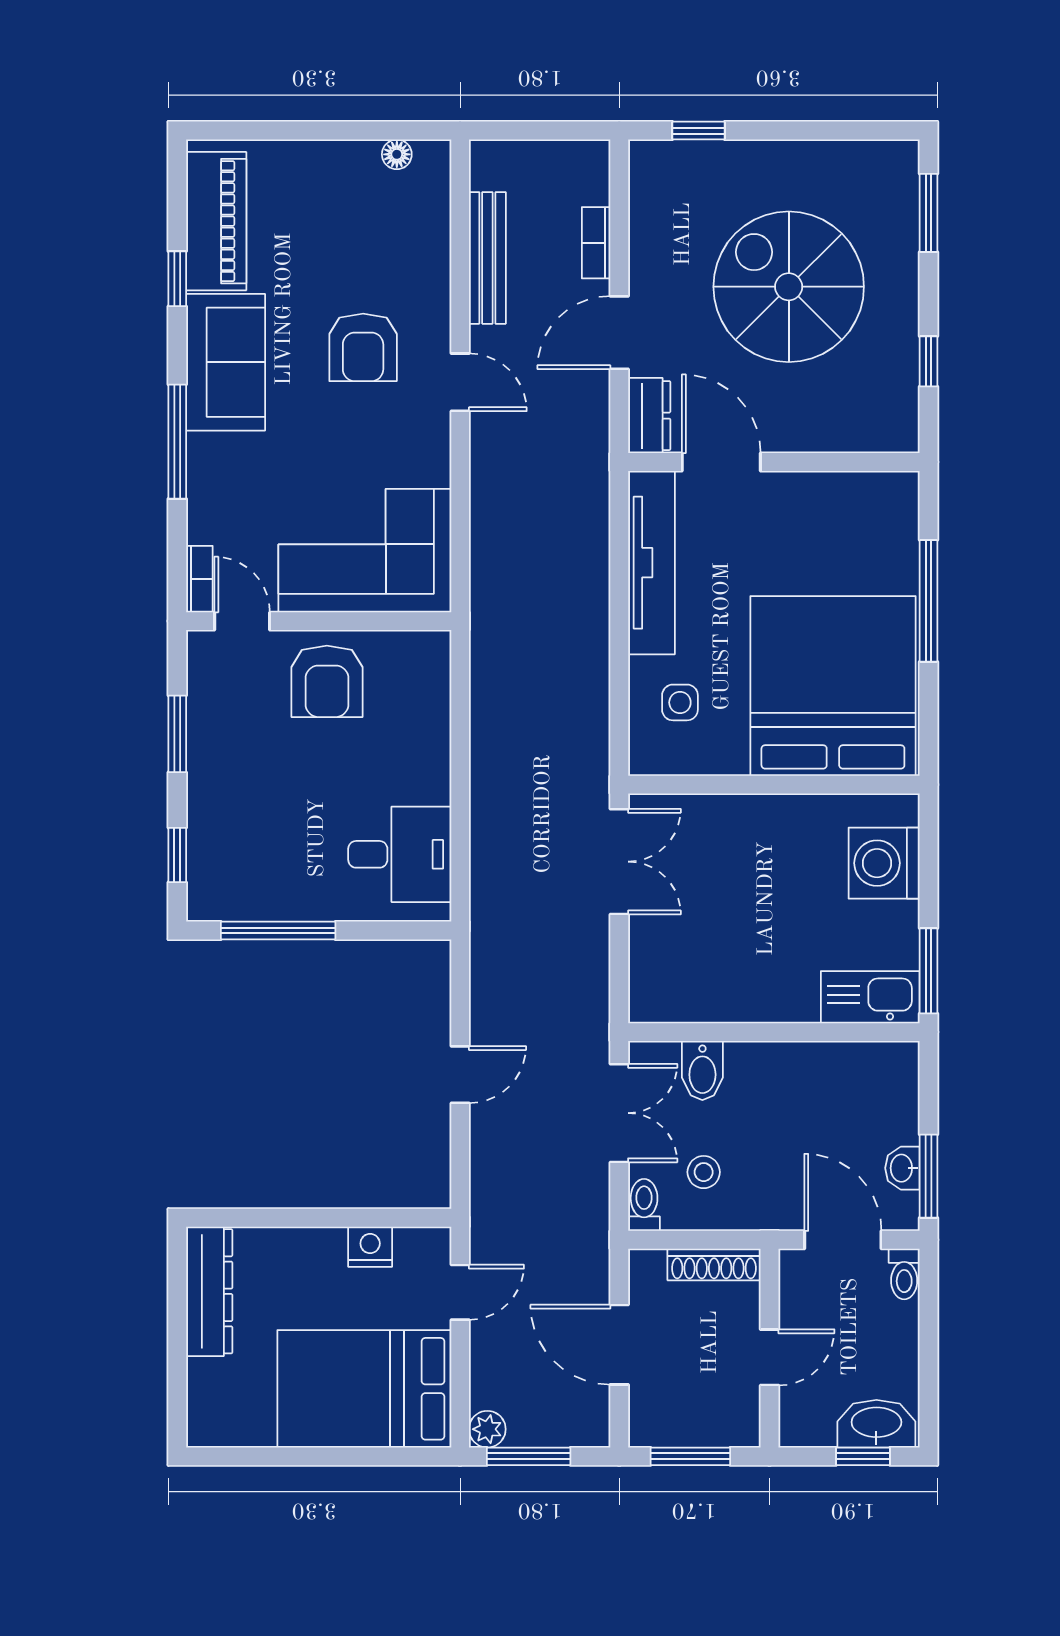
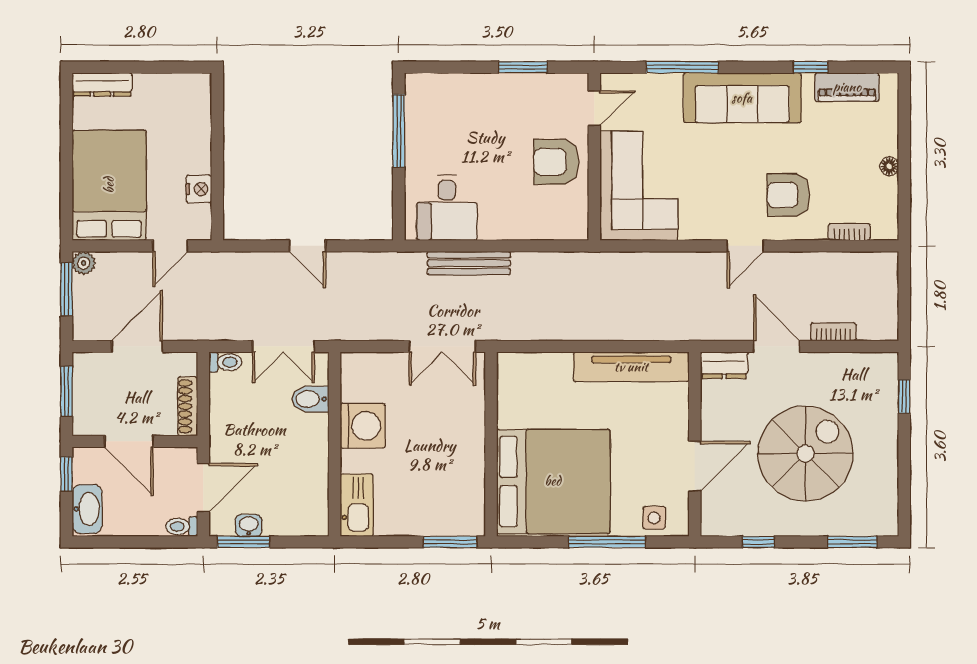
floor lamp: (397, 154) -> (889, 166), moved
piano: (216, 221) -> (847, 87), width x0.73, depth x0.75
bench: (487, 258) -> (469, 263), moved
armchair: (363, 347) -> (788, 195), moved
sofa: (226, 362) -> (742, 98), width x1.36
window: (177, 442) -> (682, 67), moved
door: (721, 462) -> (695, 466), moved
bookcase: (199, 579) -> (849, 232), moved, turned 180
side table: (680, 702) -> (654, 518), moved
window: (177, 855) -> (447, 67), removed
washing machine: (884, 863) -> (363, 426), moved, turned 90
window: (929, 971) -> (450, 542), moved
stool: (704, 1172) -> (246, 400), removed
dresser: (209, 1291) -> (102, 84), moved, width x0.73, depth x0.80
door: (460, 1292) -> (170, 246), hinge flipped
door: (769, 1357) -> (129, 441), width x1.38
window: (863, 1456) -> (66, 474), moved

